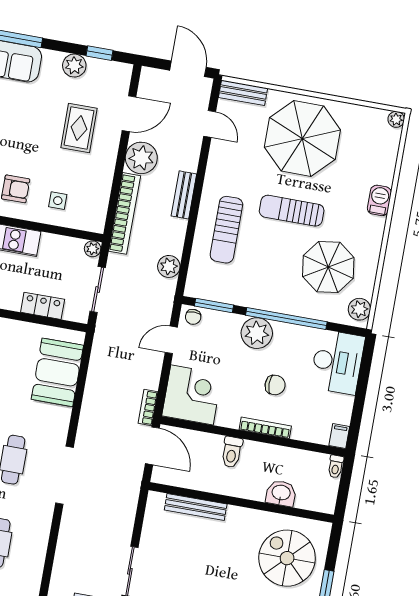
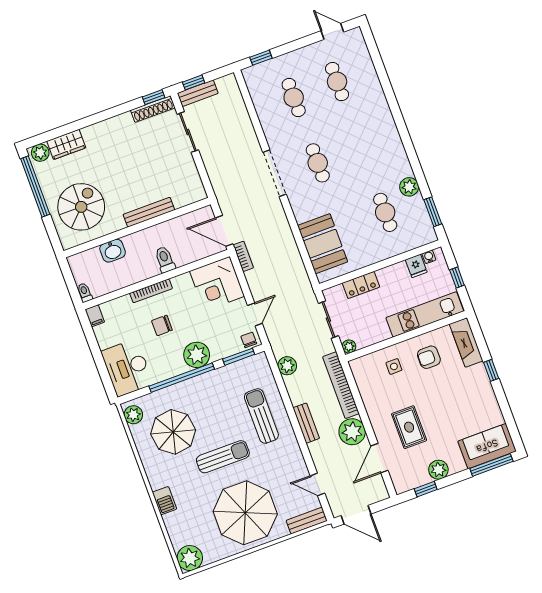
plant: (396, 119) -> (190, 558), width x1.88, depth x1.88
bench: (196, 507) -> (149, 212), moved
spiral stairs: (287, 558) -> (81, 207), turned -90

